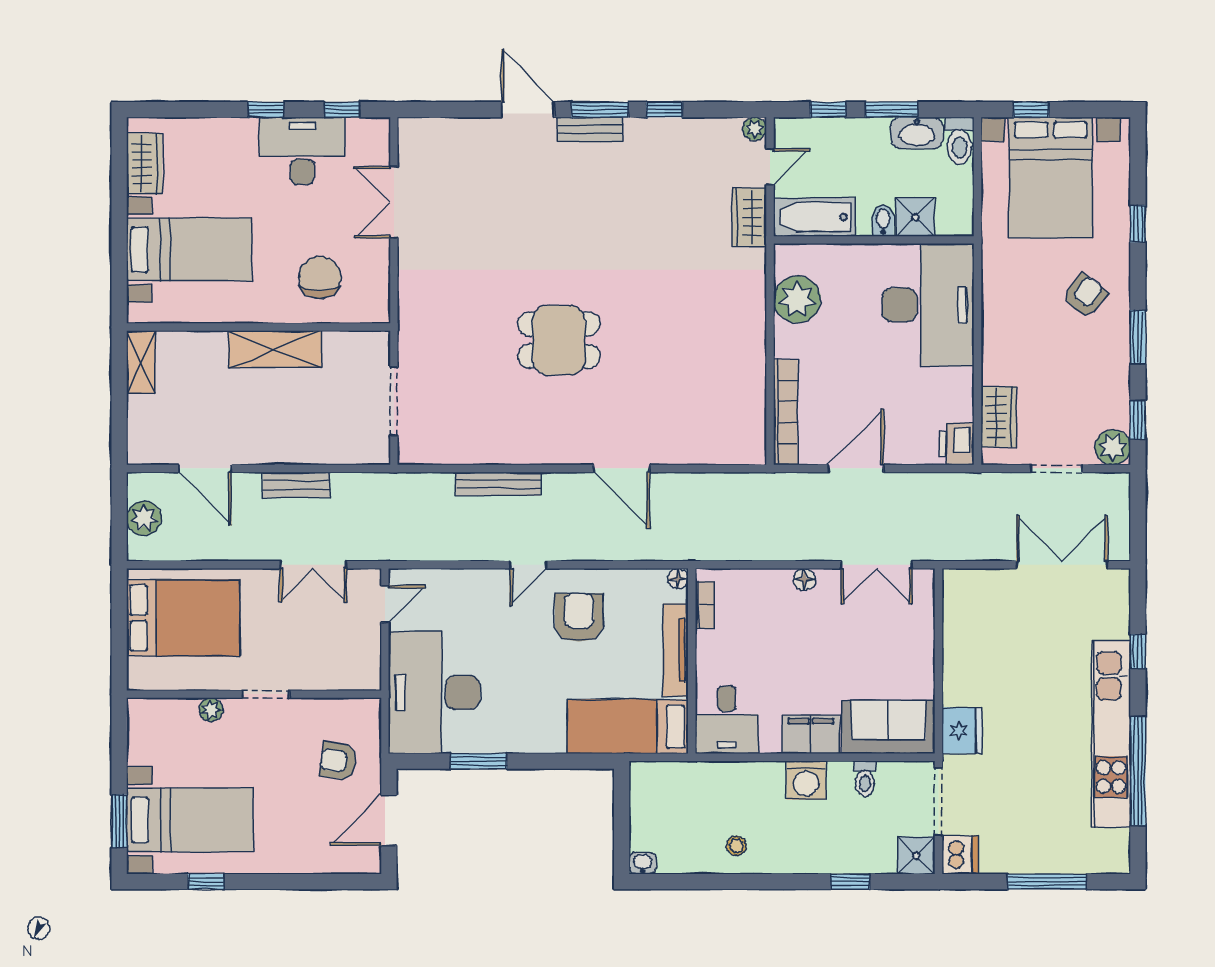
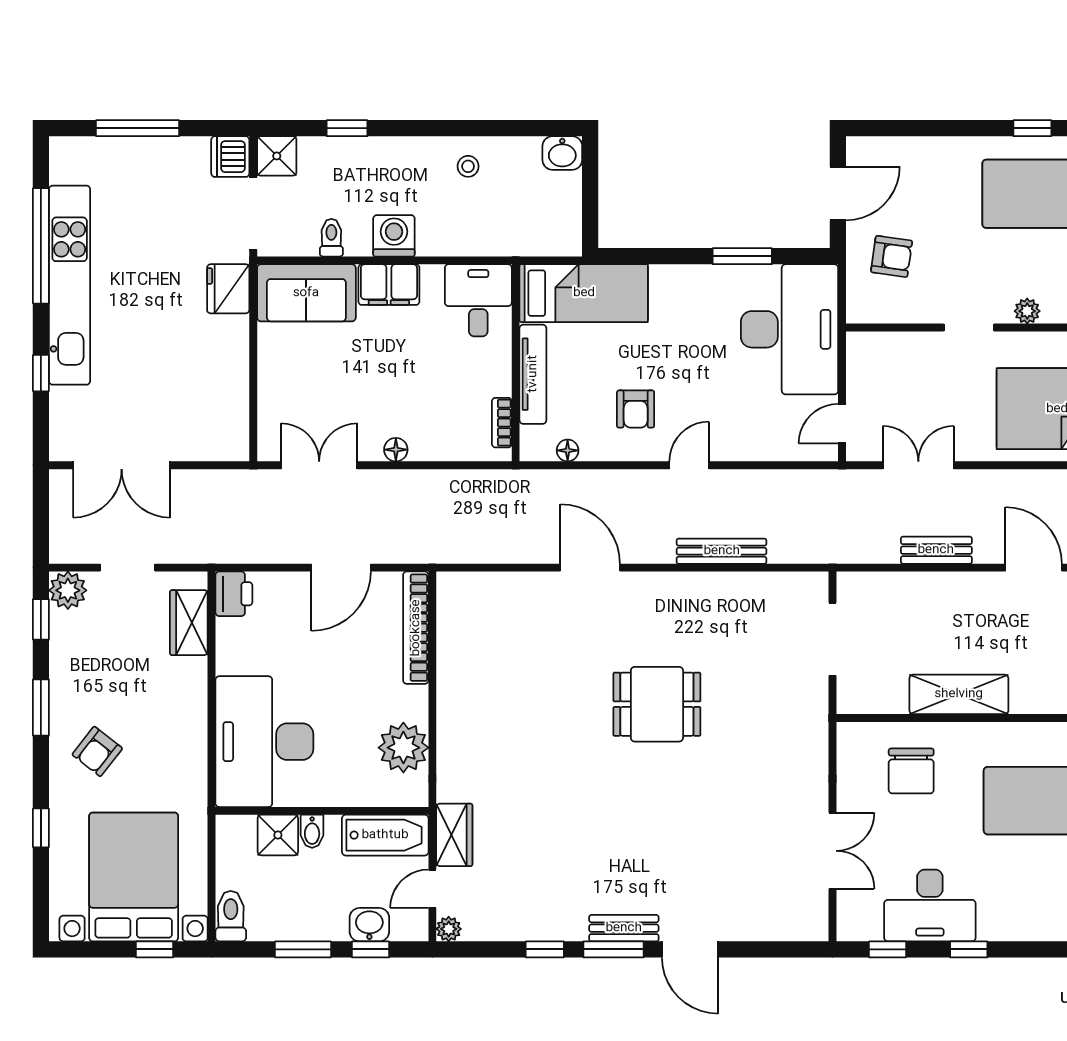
washbasin: (917, 133) -> (369, 925), moved, width x0.72
floor lamp: (678, 579) -> (568, 450), moved
armchair: (579, 618) -> (636, 409), width x0.72, depth x0.72
washbasin: (643, 863) -> (562, 153), width x1.38, depth x1.45

